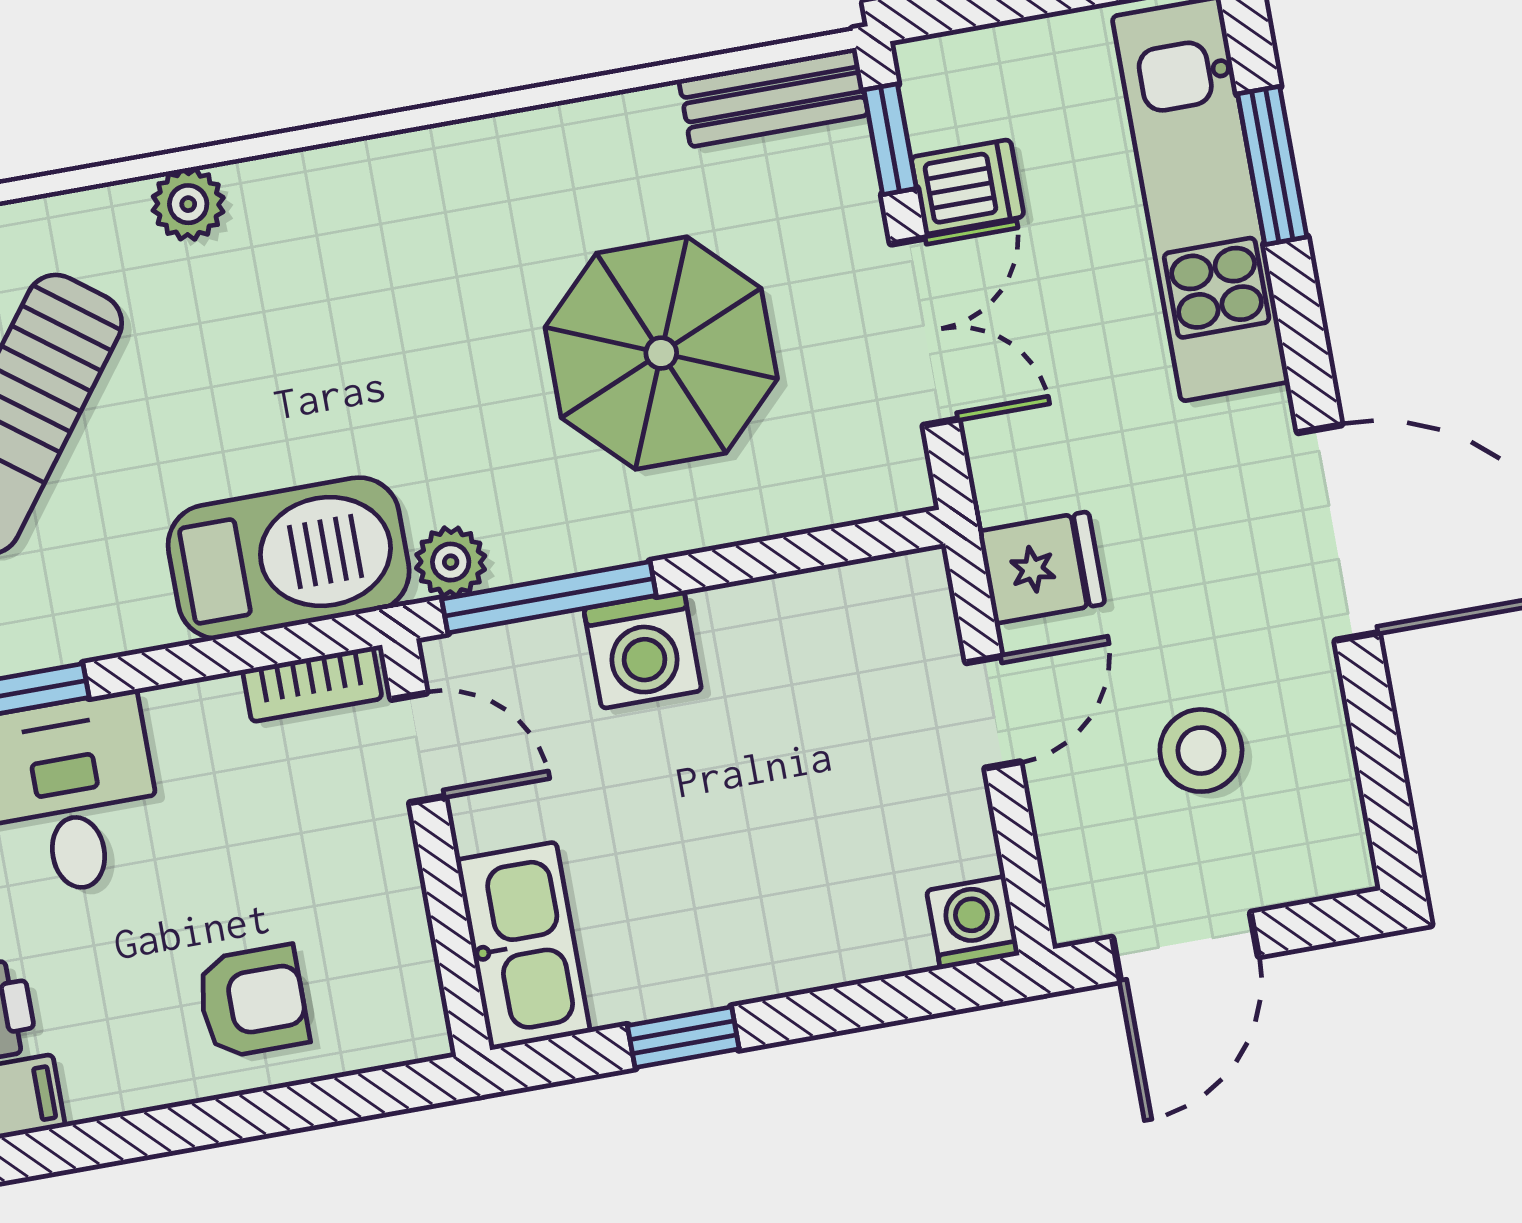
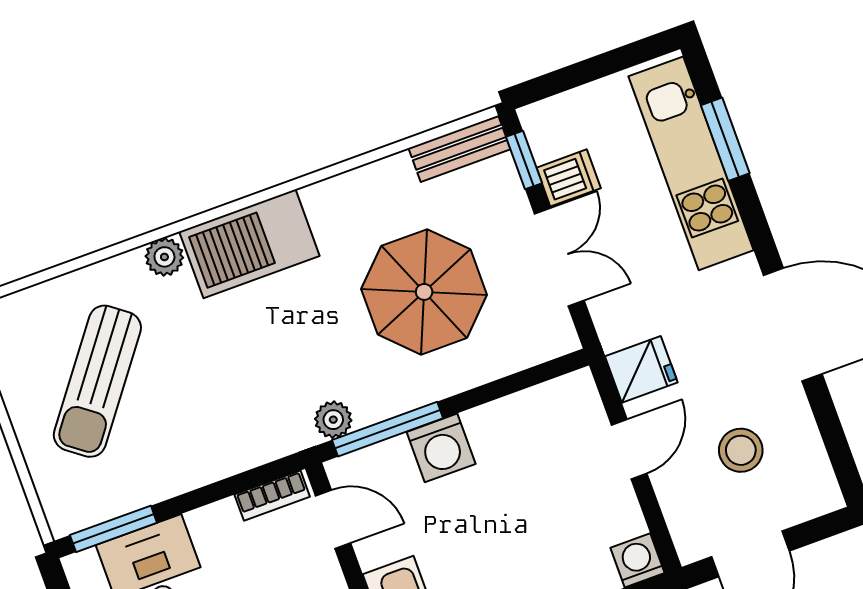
barbecue: (289, 558) -> (249, 244), moved, turned 180

